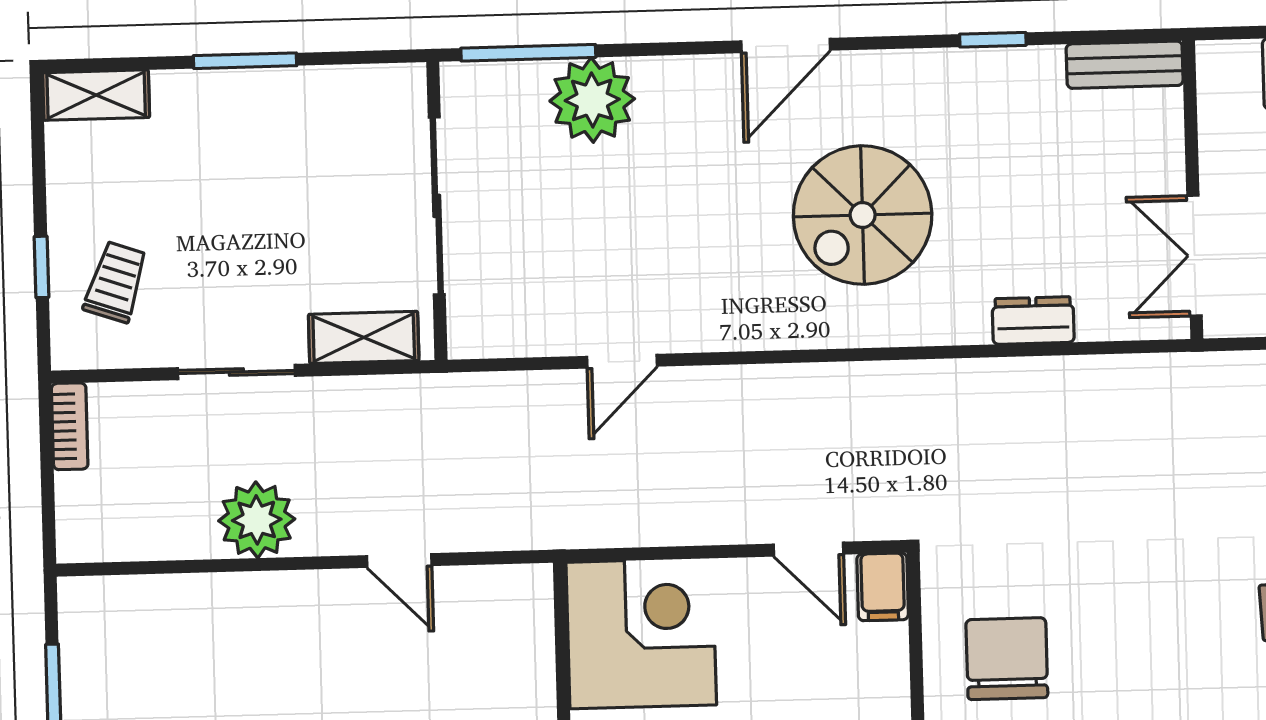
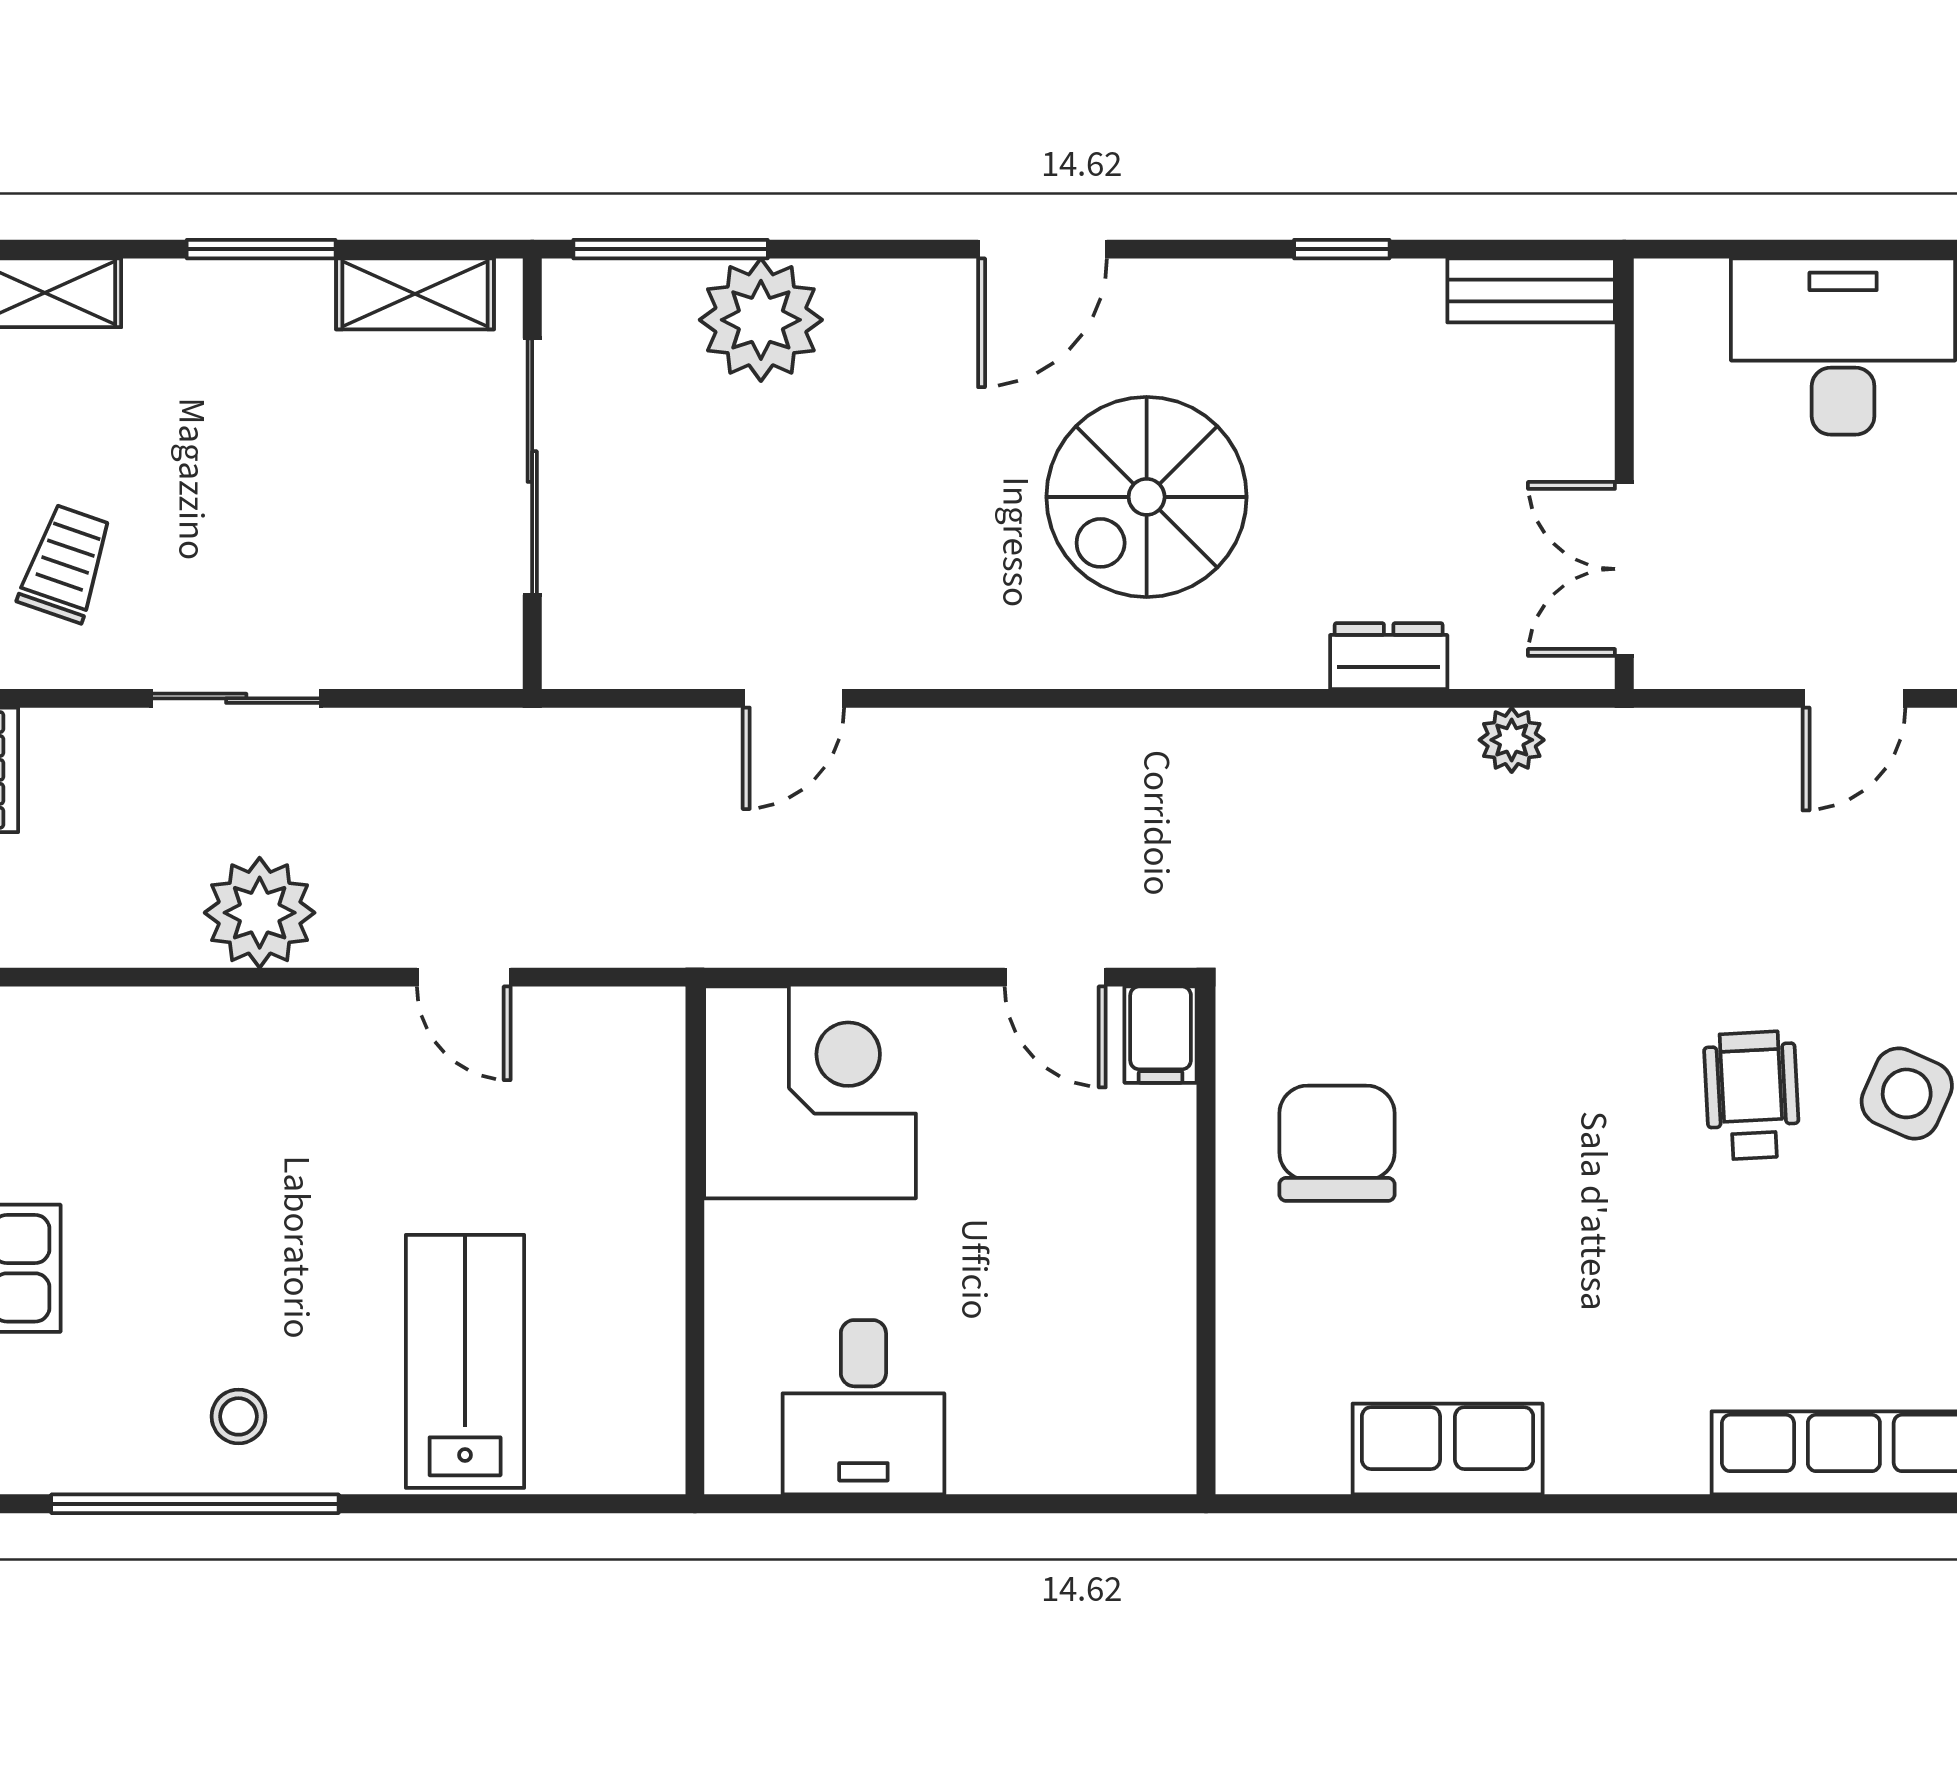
shelving: (364, 337) -> (415, 294), moved
plant: (1120, 376) -> (1512, 740), added

